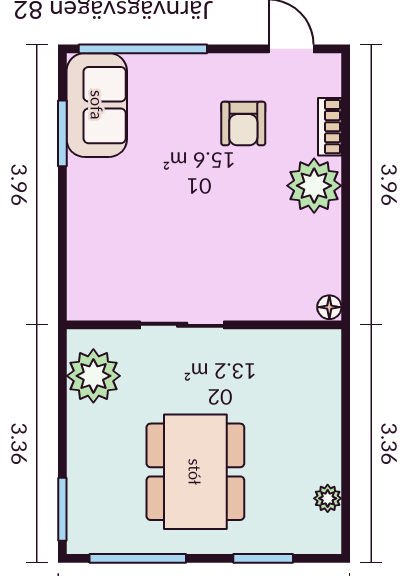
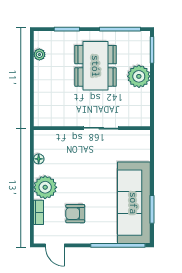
sofa: (97, 105) -> (134, 203), width x1.85, depth x1.27
armchair: (243, 124) -> (75, 214), turned -90
floor lamp: (329, 307) -> (39, 159), moved
plant: (93, 376) -> (139, 76), moved

